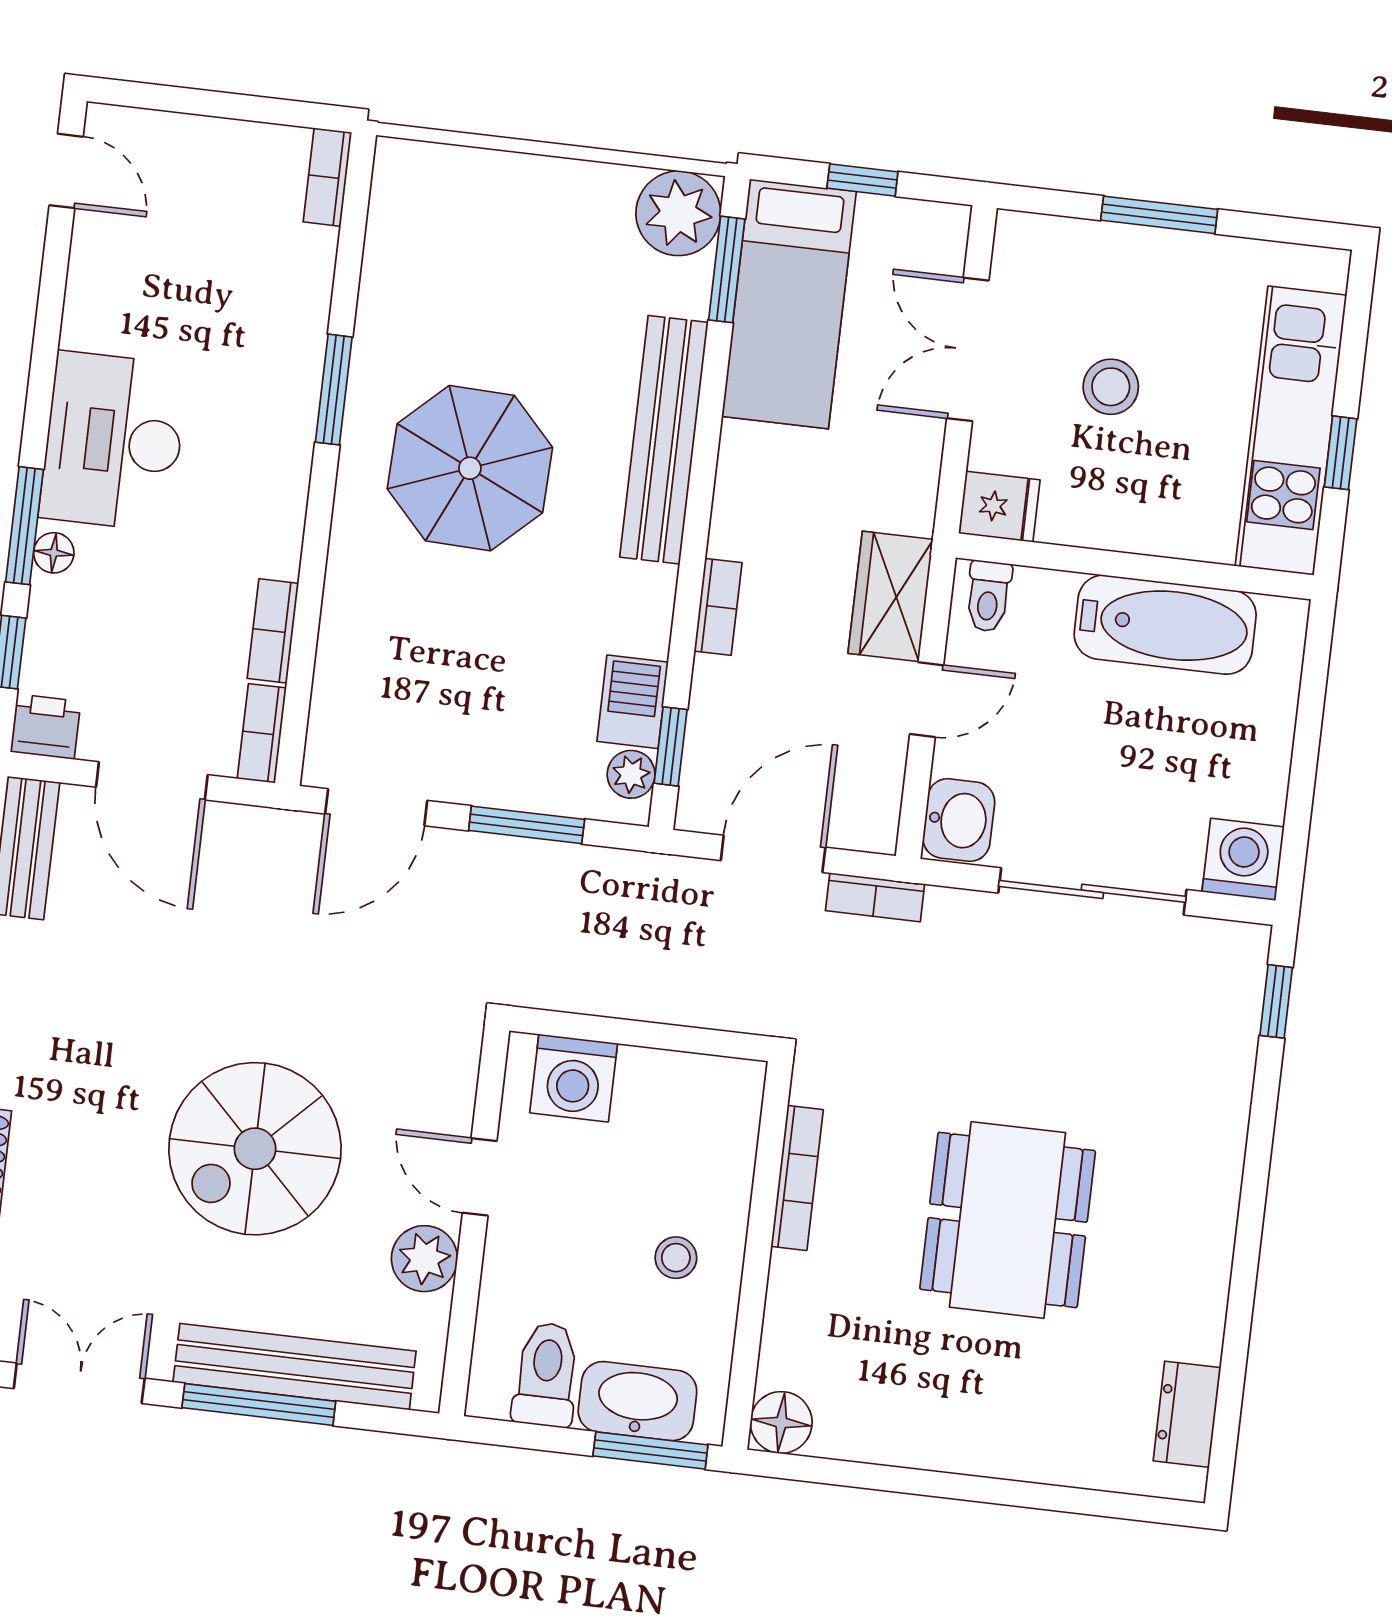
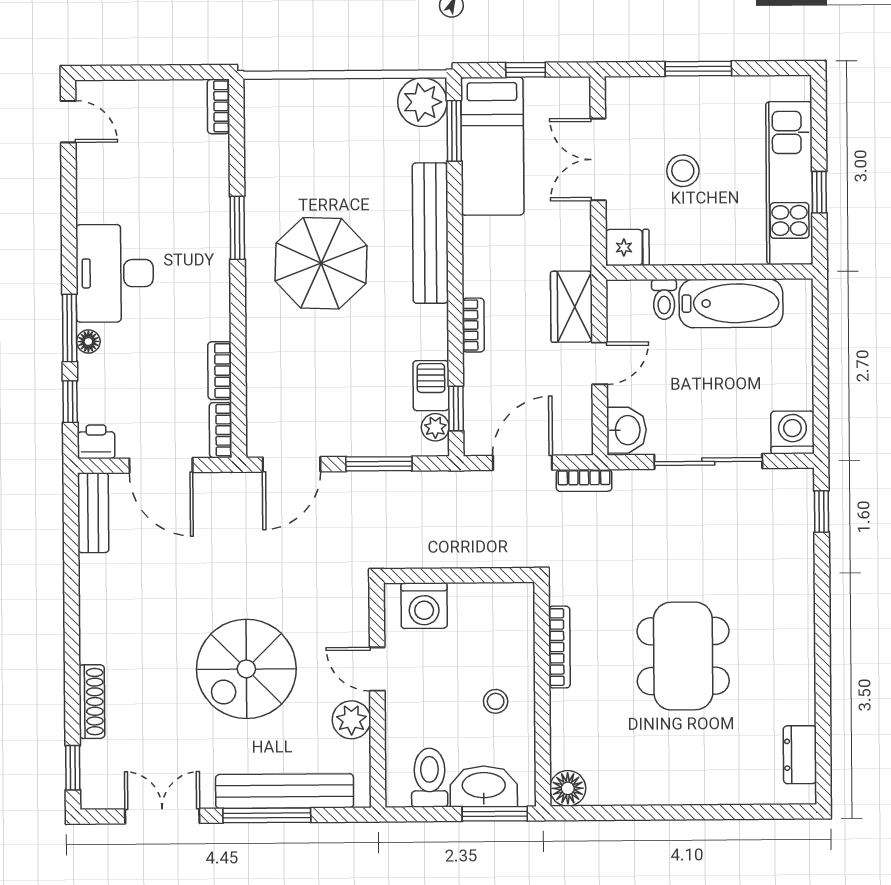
toilet: (988, 596) -> (664, 299), moved

